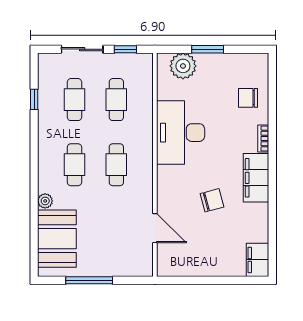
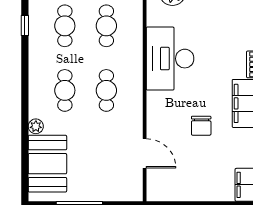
chair: (248, 98) -> (237, 24), removed
chair: (212, 200) -> (201, 126), turned 105

